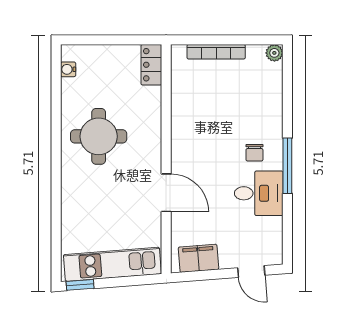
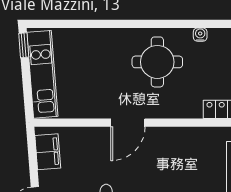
water cooler: (68, 69) -> (200, 35), moved
door: (166, 193) -> (128, 123), moved

